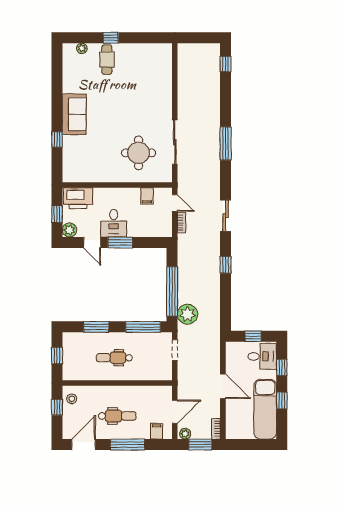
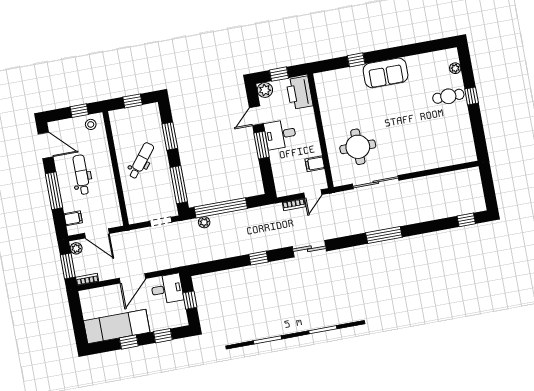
plant: (187, 314) -> (204, 222), width x0.53, depth x0.53
desk: (262, 356) -> (167, 289), moved, turned -90
dental chair: (114, 358) -> (141, 161), turned 38
dental chair: (117, 416) -> (82, 175), turned 180

